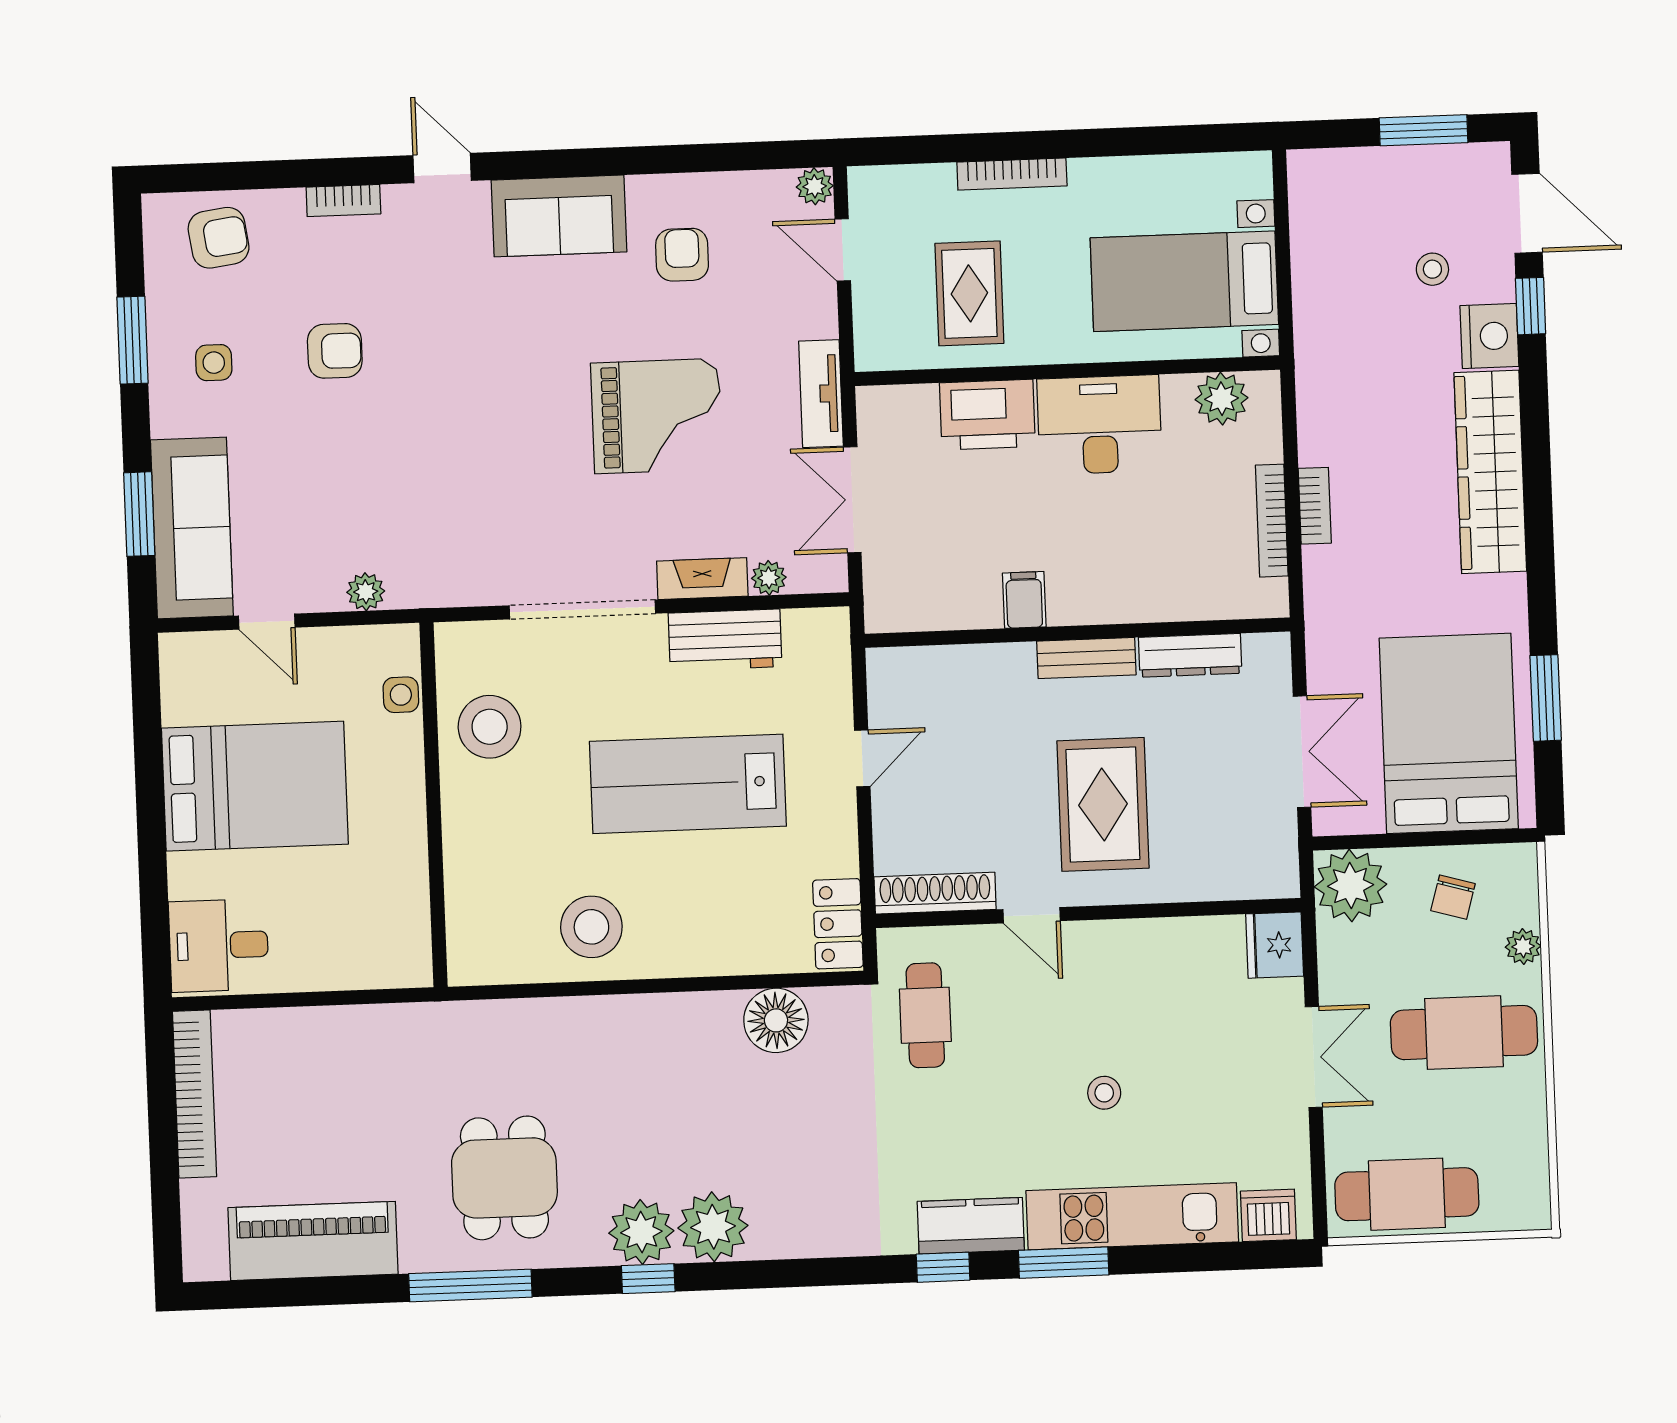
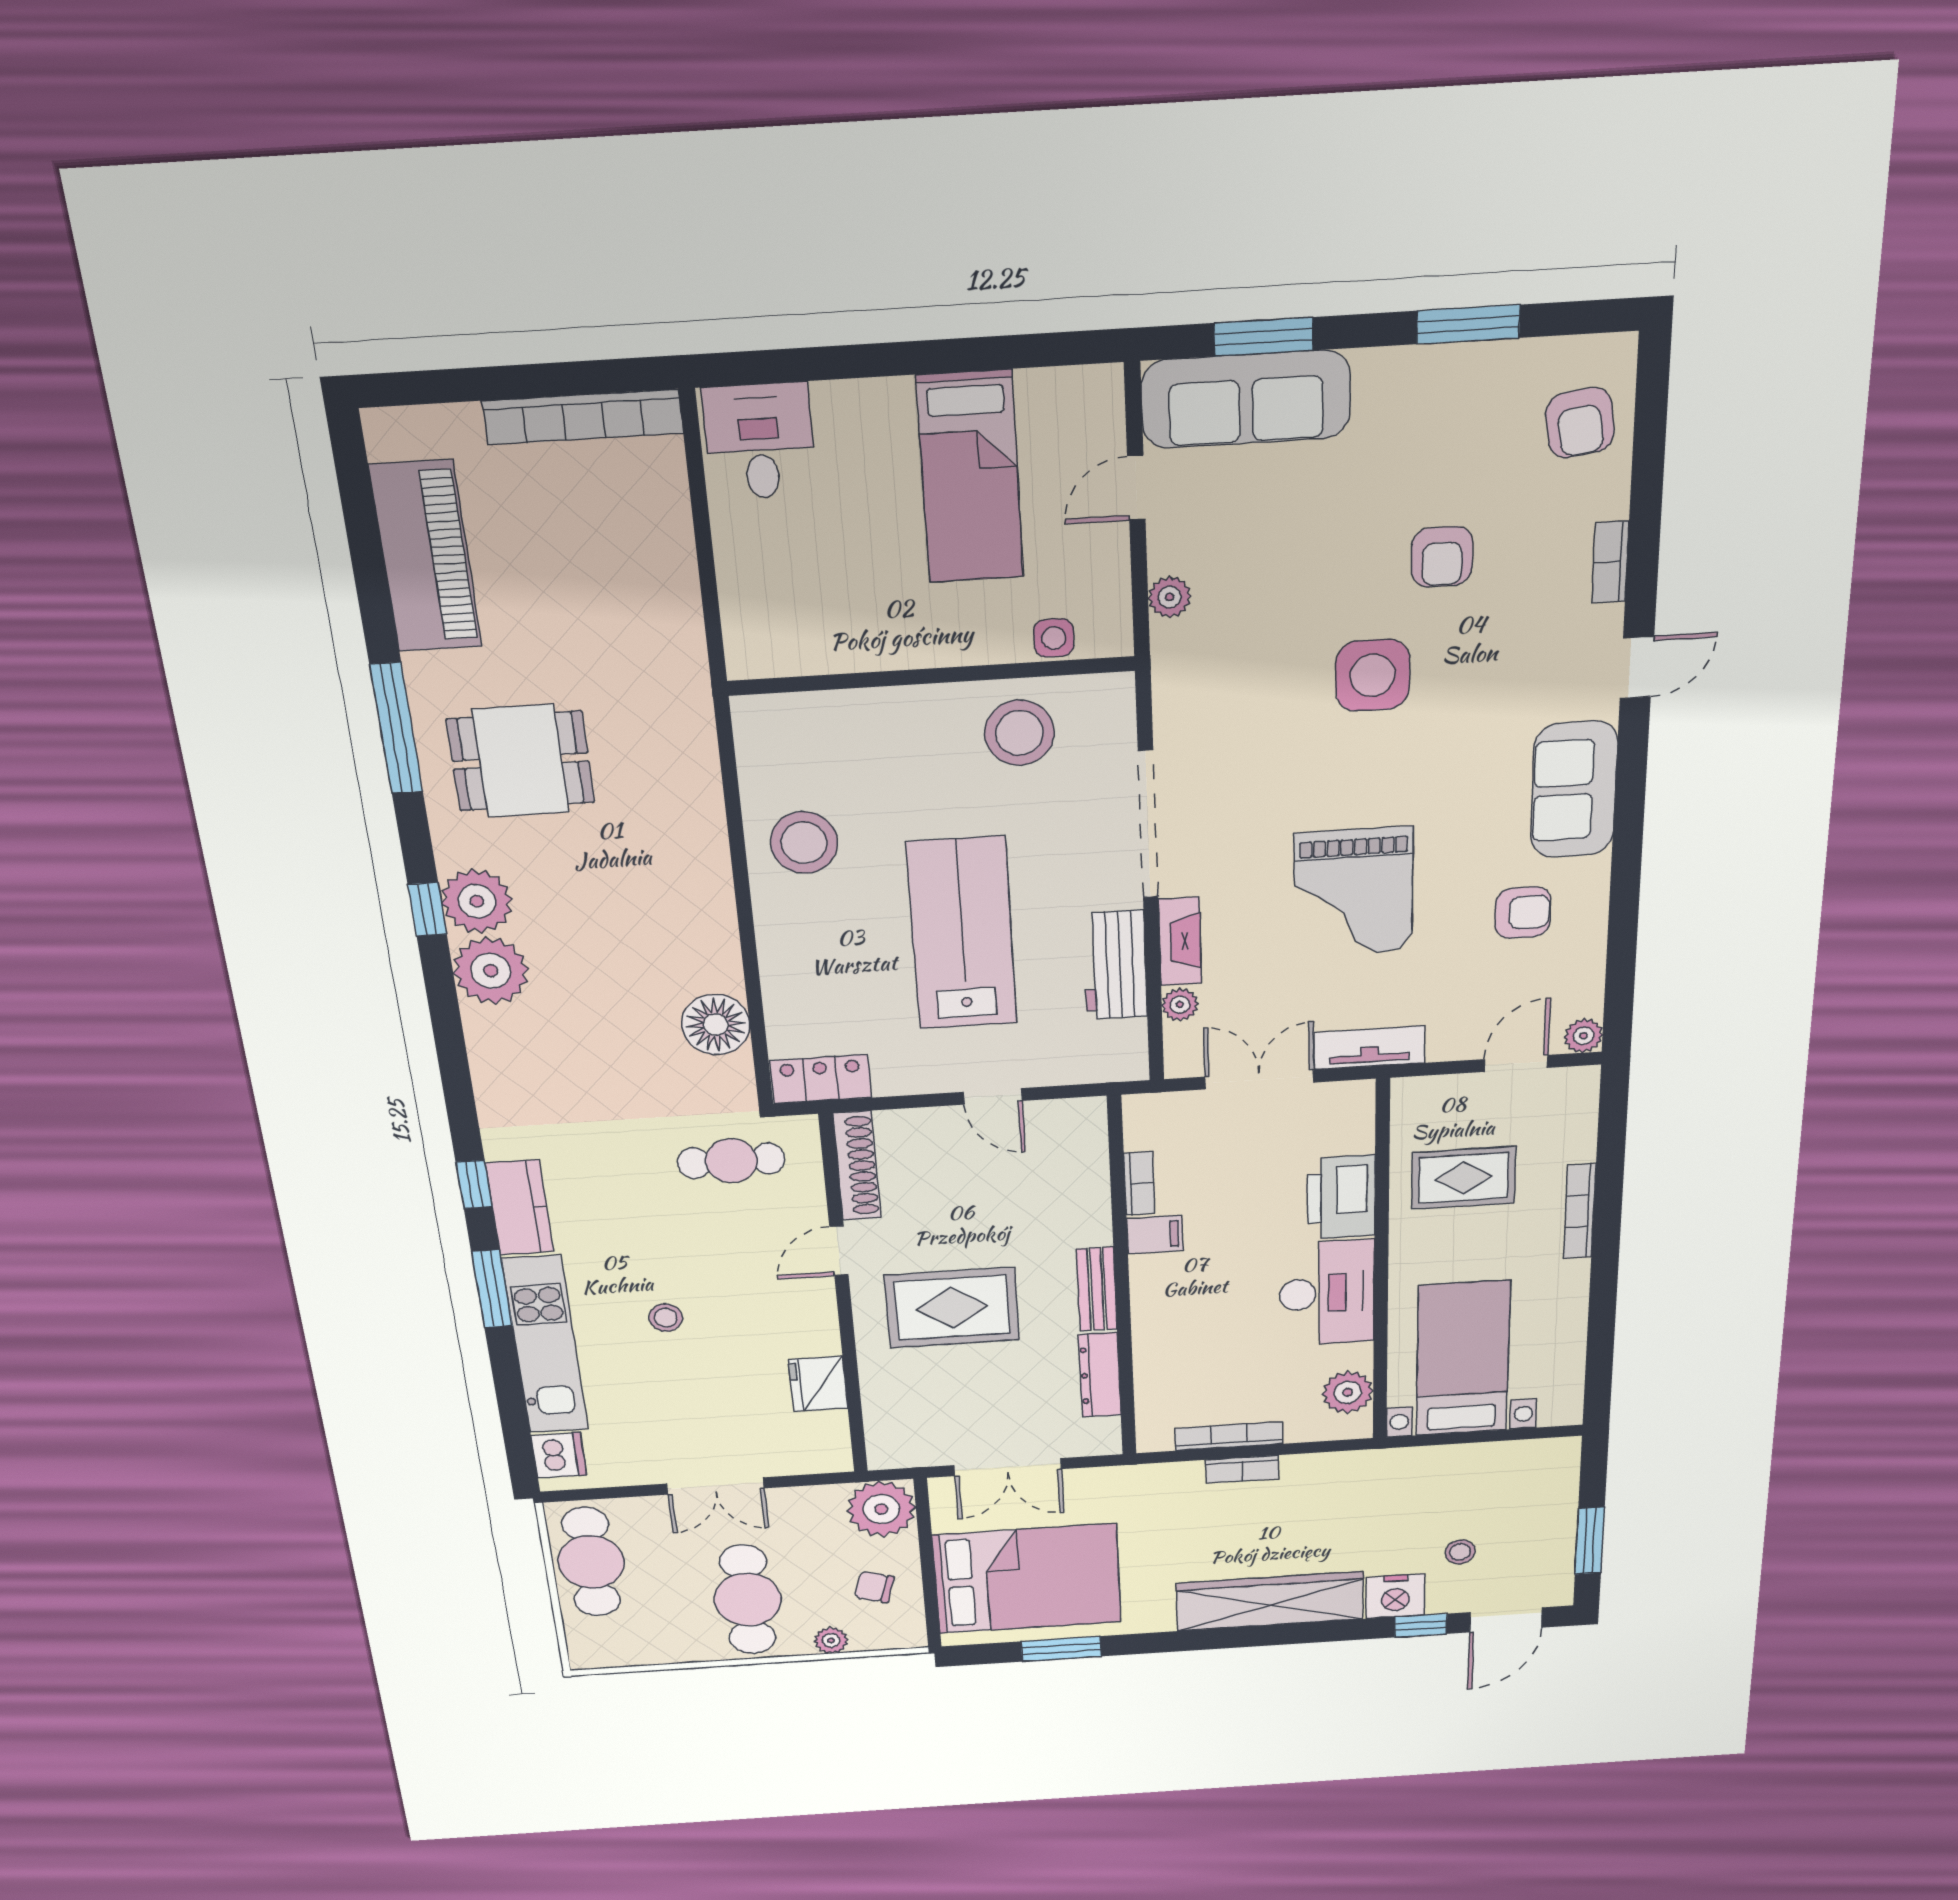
side table: (214, 363) -> (1373, 675), moved, width x1.87, depth x1.87
bookcase: (965, 616) -> (1139, 1183), added
bed: (255, 786) -> (970, 477), width x0.67
fridge: (1275, 945) -> (818, 1384), moved, turned -90

